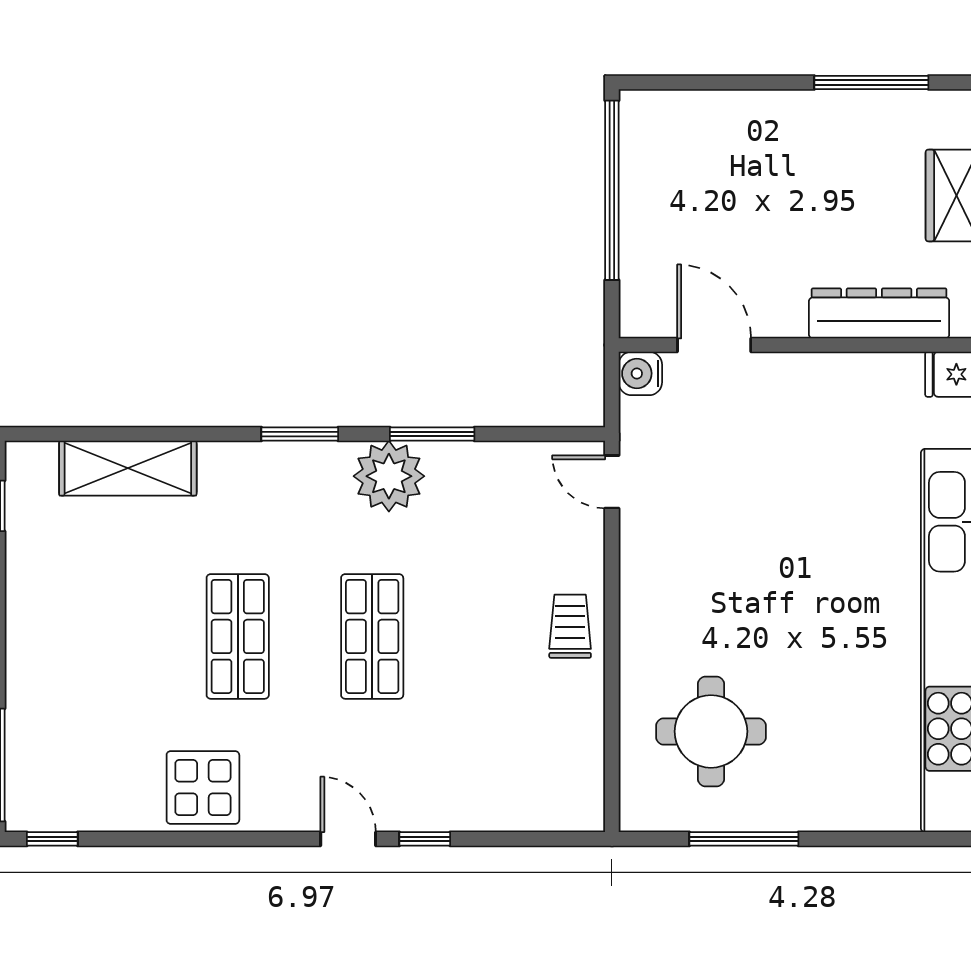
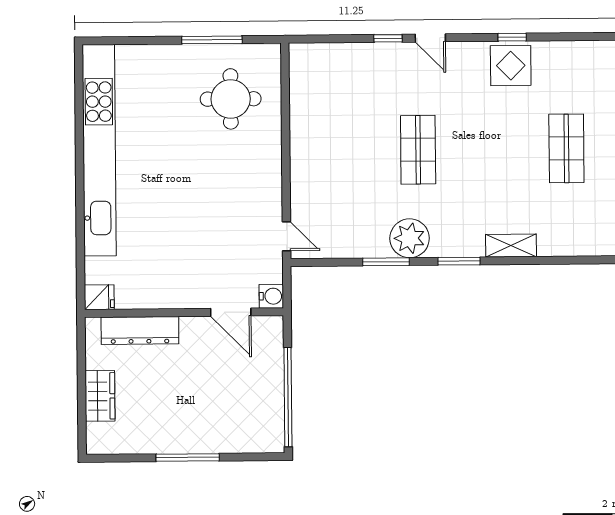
window: (871, 83) -> (188, 457), moved
shelving: (128, 468) -> (511, 246), moved, width x0.67, depth x0.75
trolley: (570, 626) -> (309, 156), removed
shop shelf: (238, 636) -> (566, 148), moved
window: (52, 839) -> (512, 37), moved

